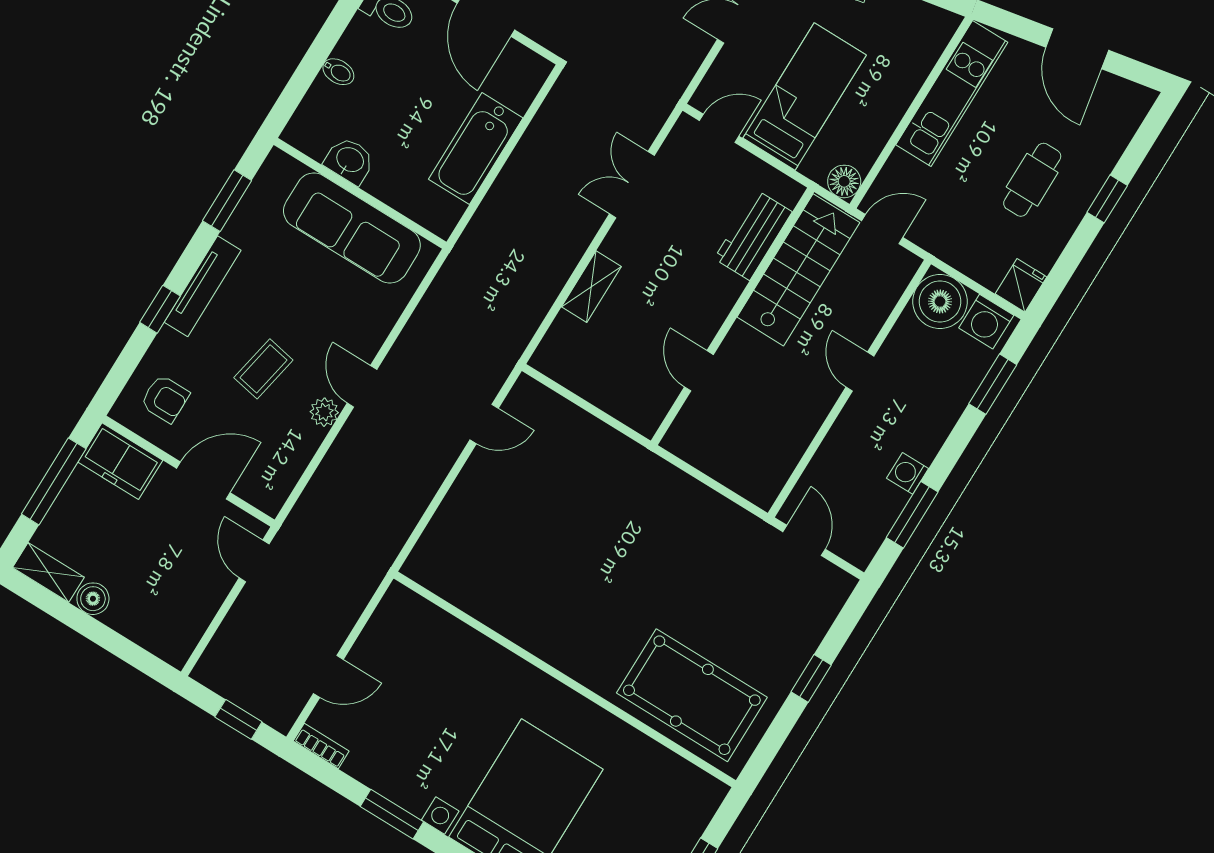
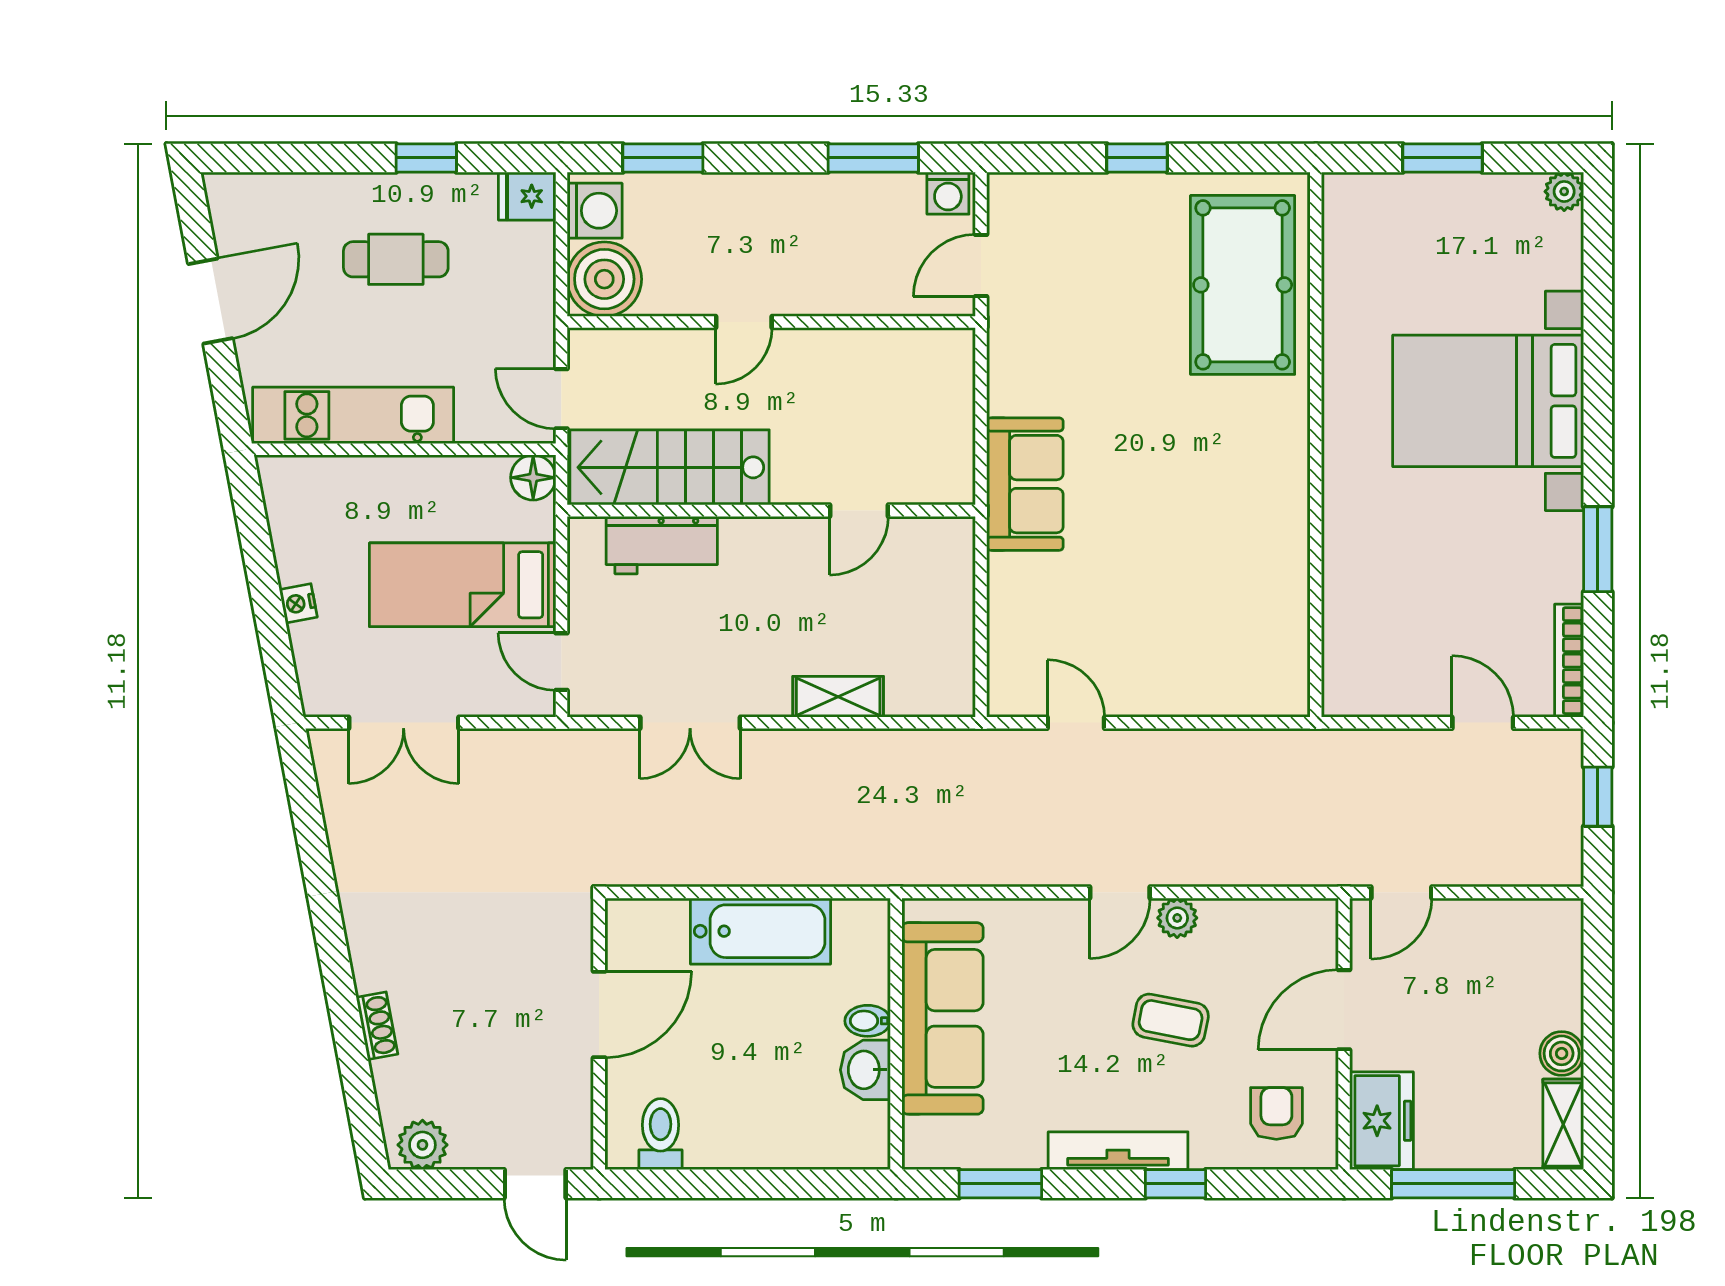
bidet: (338, 72) -> (868, 1021), moved, turned -90
window: (1107, 199) -> (426, 158), moved
washing machine: (908, 473) -> (948, 193), moved
door: (203, 480) -> (1344, 1010), hinge flipped
sofa: (652, 484) -> (1025, 484), added
bookcase: (321, 746) -> (1569, 661), width x1.56

